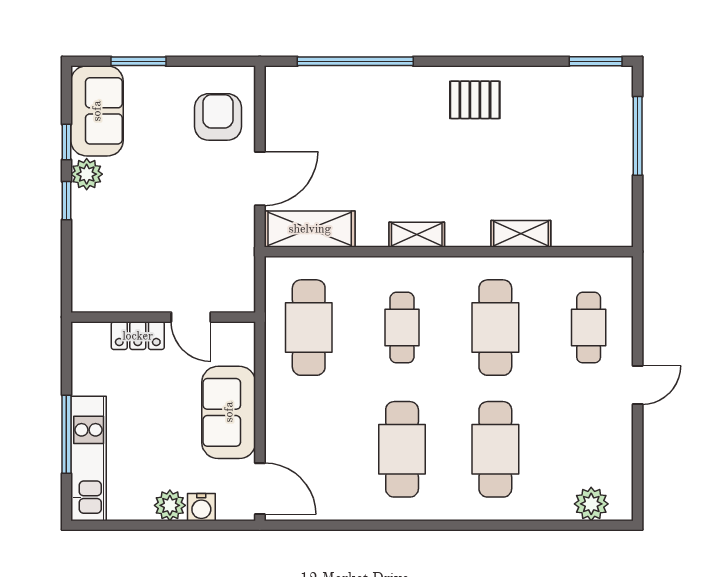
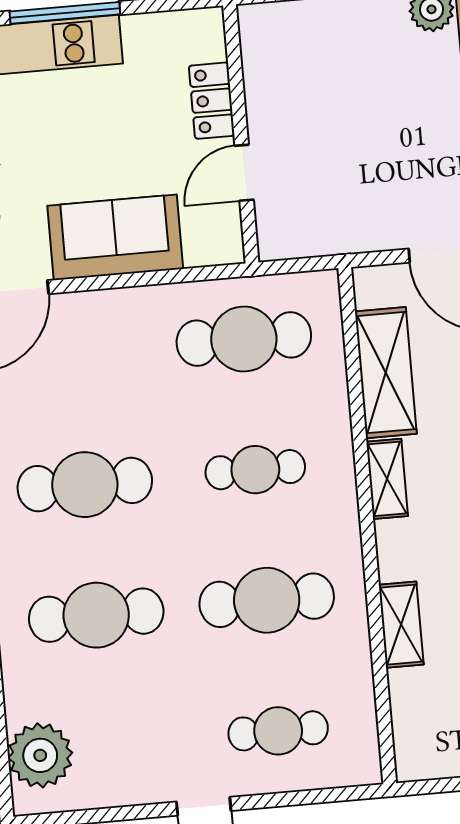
shelving: (310, 229) -> (386, 373), moved
plant: (591, 504) -> (40, 755), width x1.36, depth x1.36

